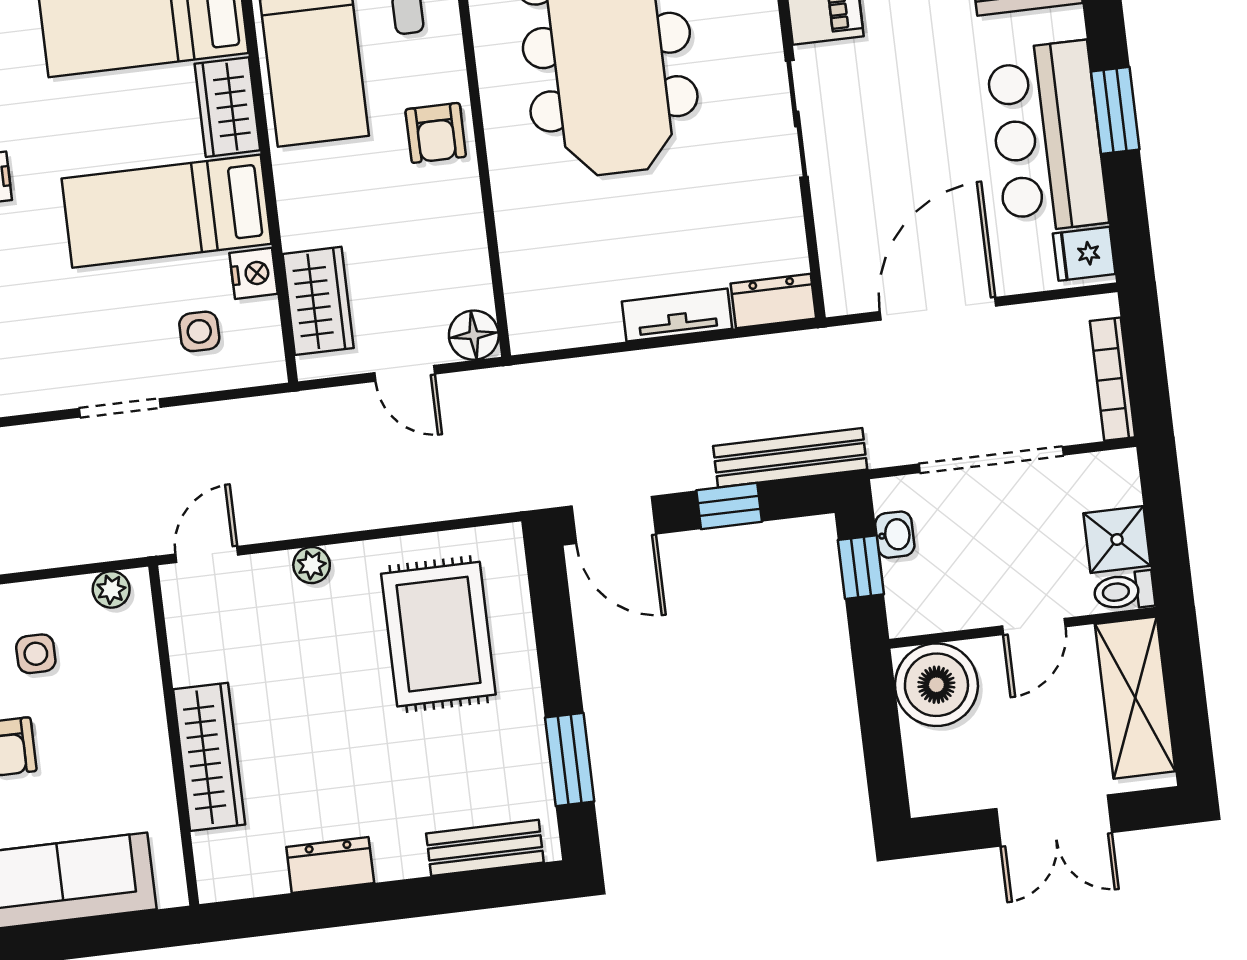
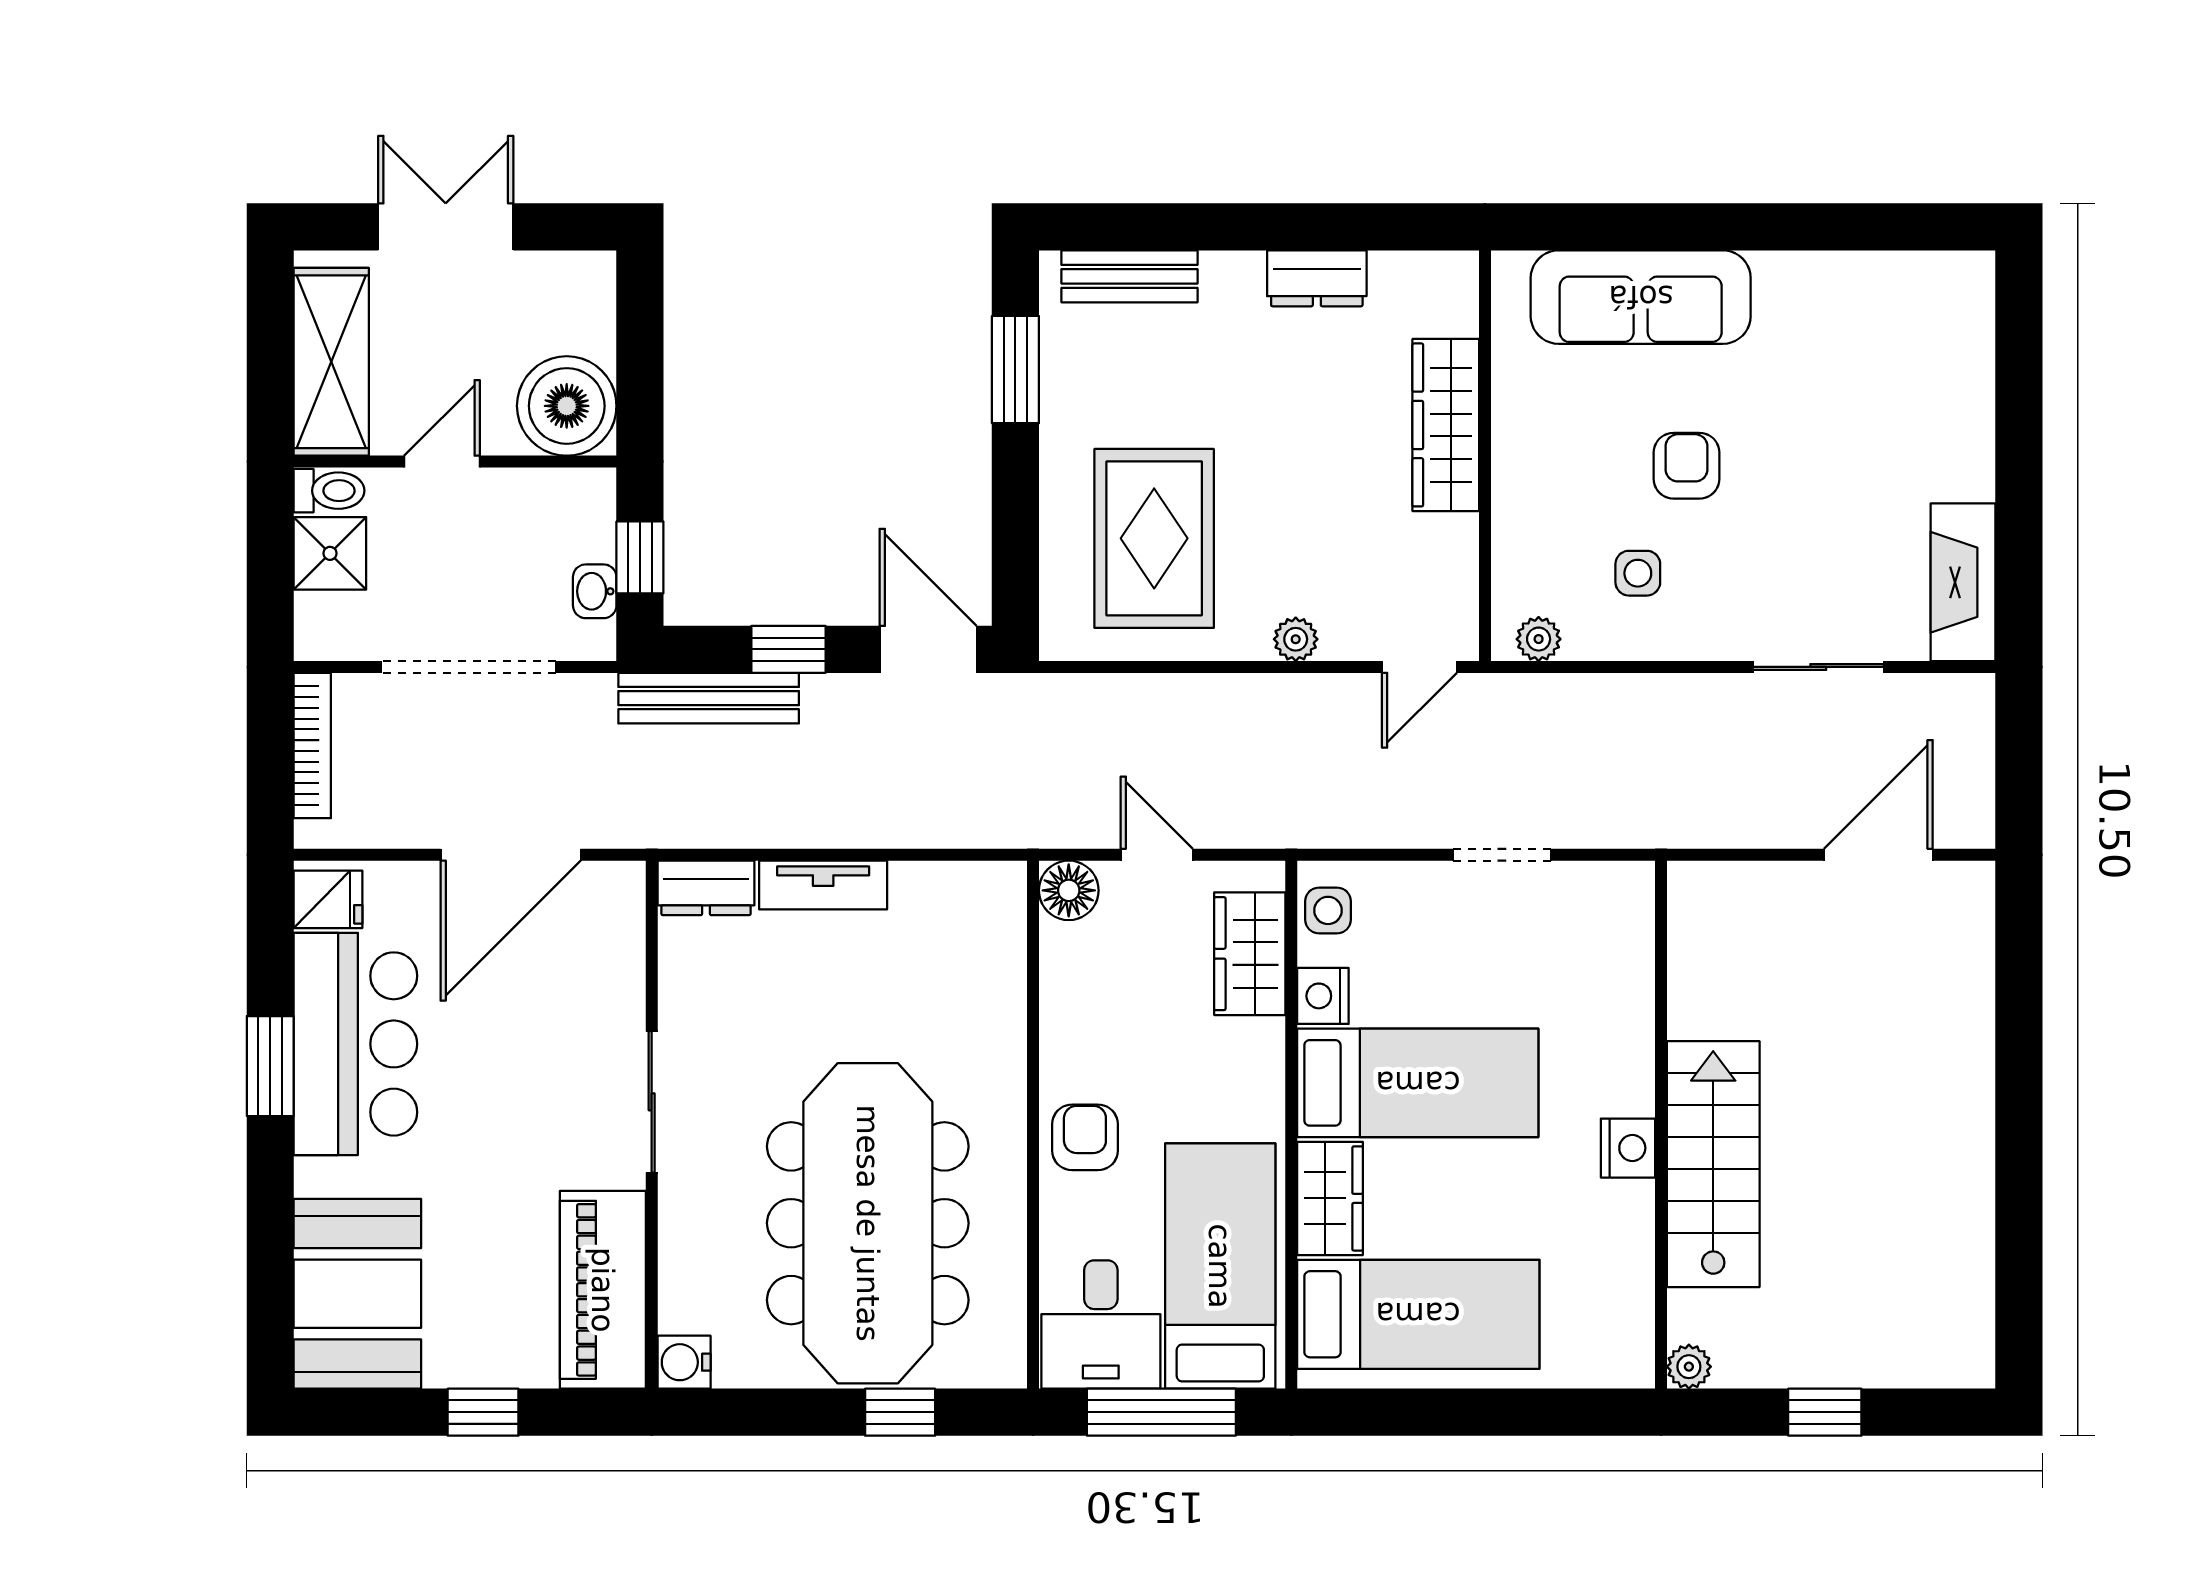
side table: (199, 331) -> (1328, 910), moved

